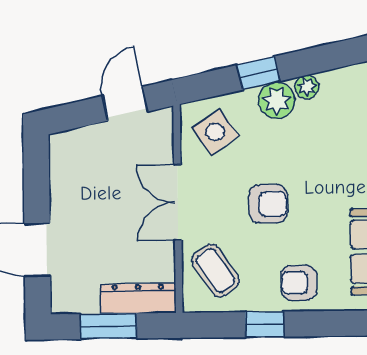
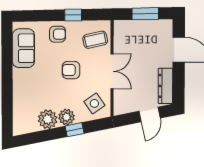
plant: (307, 87) -> (48, 119), width x1.88, depth x1.88
door: (125, 104) -> (150, 115), moved
coffee table: (215, 271) -> (95, 40), turned -68
dresser: (138, 299) -> (165, 86), moved, turned 90

